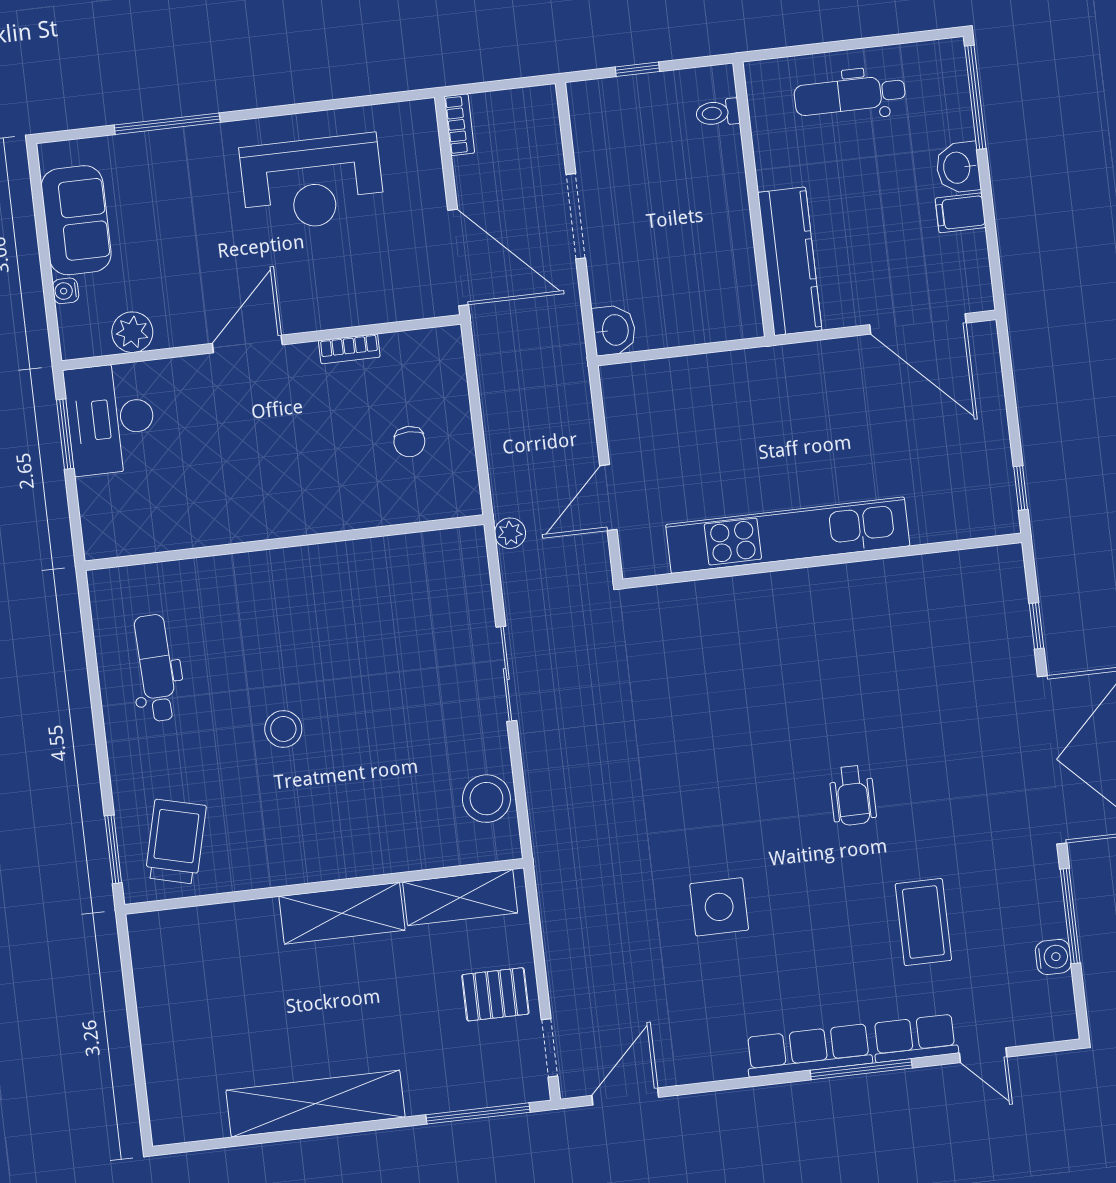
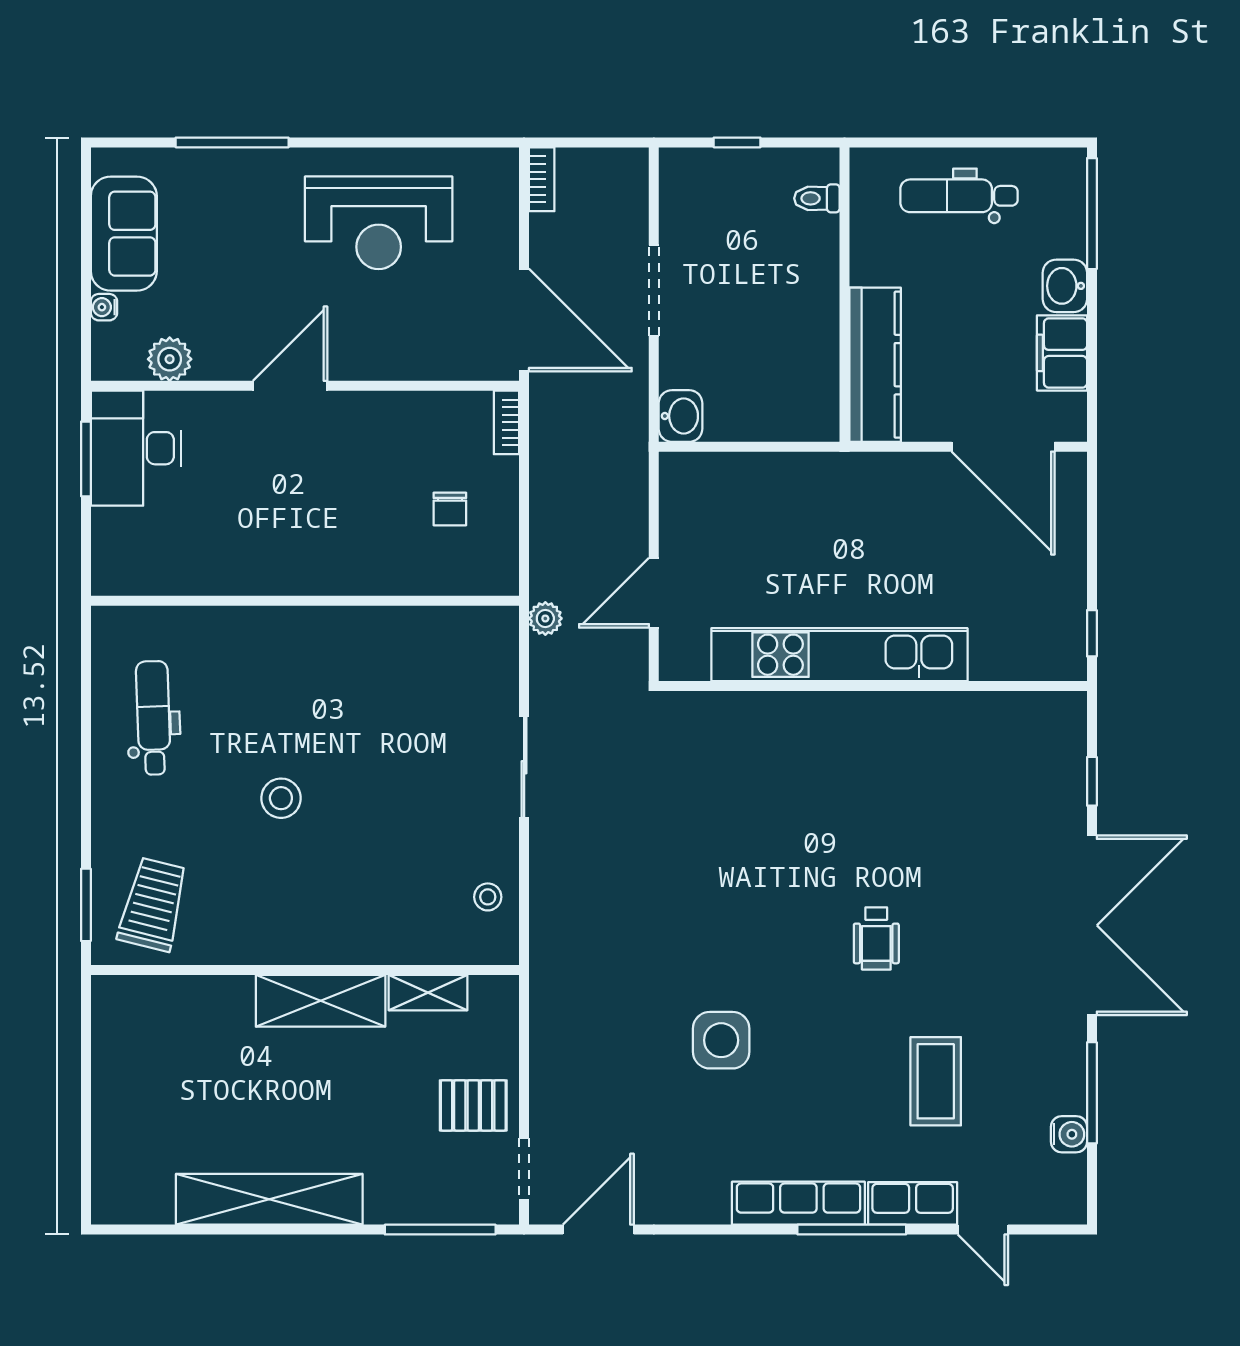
filing cabinet: (961, 213) -> (1062, 353), width x2.00
bookcase: (349, 349) -> (506, 422), moved, turned 90
stool: (486, 799) -> (488, 897), width x0.53, depth x0.53
shelving: (460, 898) -> (428, 993), width x0.67, depth x0.75

